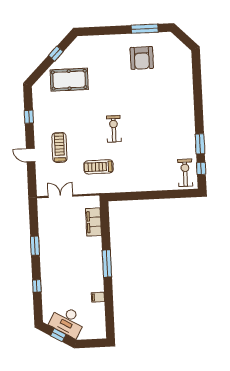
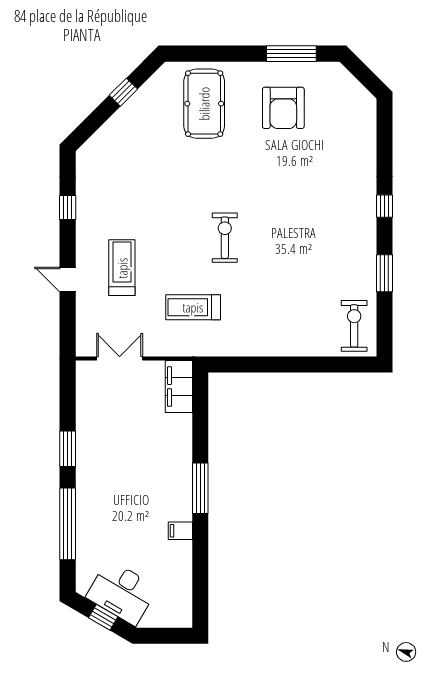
pool table: (69, 80) -> (204, 104), moved, turned 90
window: (201, 168) -> (384, 206), moved
filing cabinet: (93, 222) -> (179, 387), moved
window: (37, 286) -> (68, 524), width x3.17
filing cabinet: (98, 297) -> (180, 531), moved

